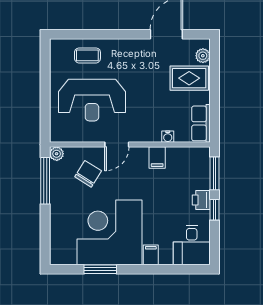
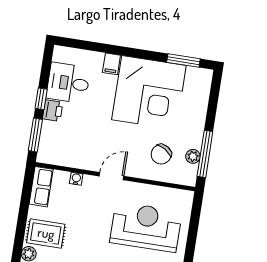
door: (117, 145) -> (111, 176), moved
plant: (57, 154) -> (193, 156), moved
filing cabinet: (157, 158) -> (90, 160), removed
desk: (192, 245) -> (68, 83), moved, turned -90
window: (100, 269) -> (183, 61), moved

